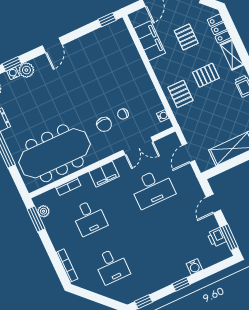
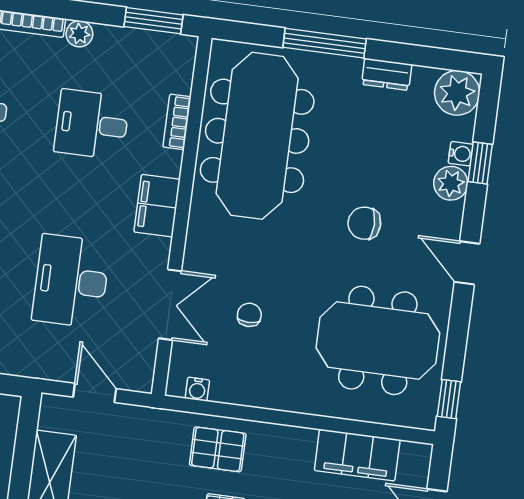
meeting table: (102, 60) -> (378, 340), added
chair: (104, 124) -> (364, 223), moved
double door: (138, 146) -> (170, 305), swing flipped
plant: (43, 211) -> (79, 34), moved

